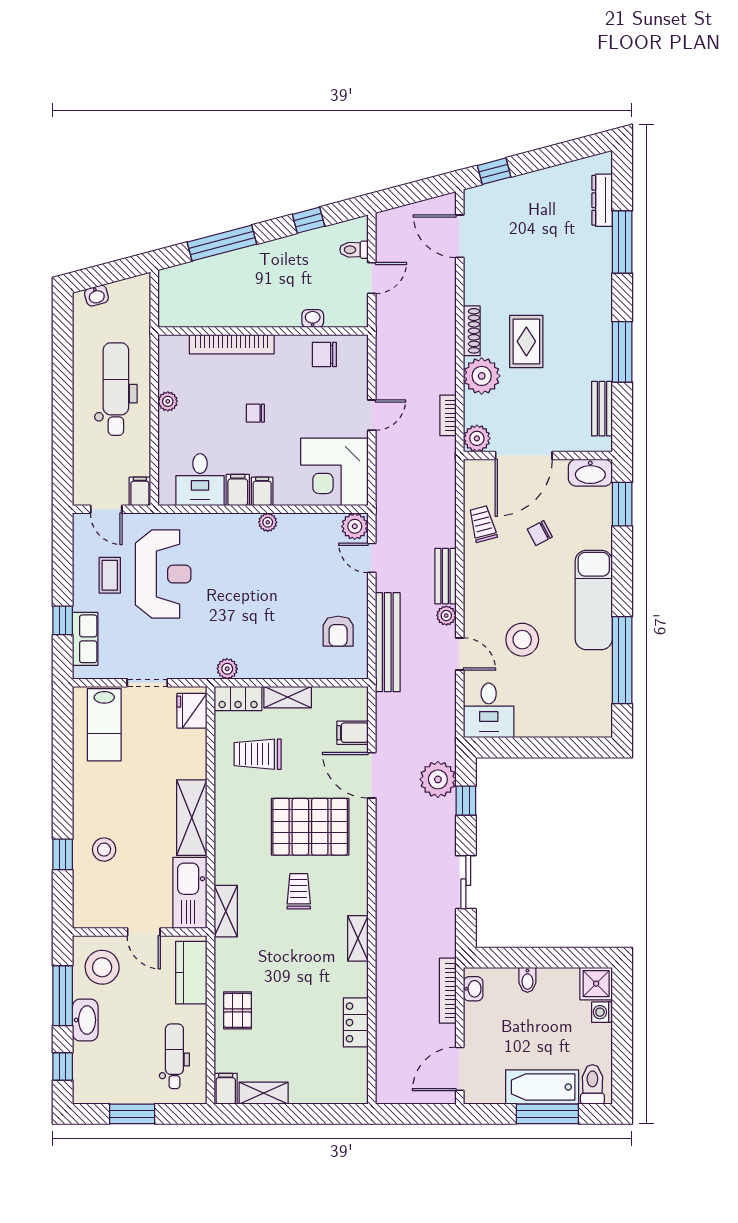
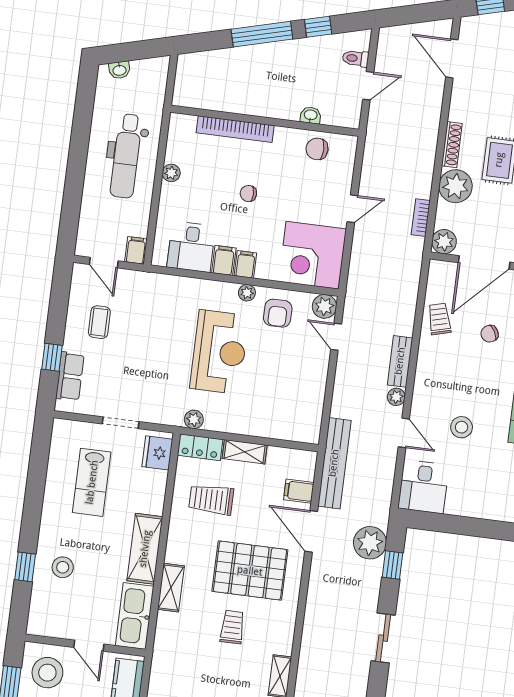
window: (222, 243) -> (262, 34), moved
dental chair: (116, 389) -> (126, 156), turned 180
reception desk: (163, 574) -> (219, 352), moved
armchair: (338, 631) -> (278, 313), moved
stool: (522, 640) -> (462, 427), width x0.73, depth x0.73
bench: (388, 642) -> (334, 463), moved
lab bench: (104, 725) -> (92, 482), moved
shelving: (226, 911) -> (171, 588), moved

